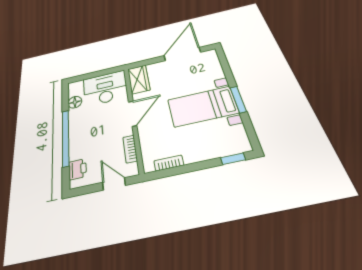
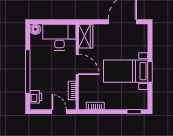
floor lamp: (75, 102) -> (35, 29), moved
door: (133, 113) -> (77, 64), hinge flipped

